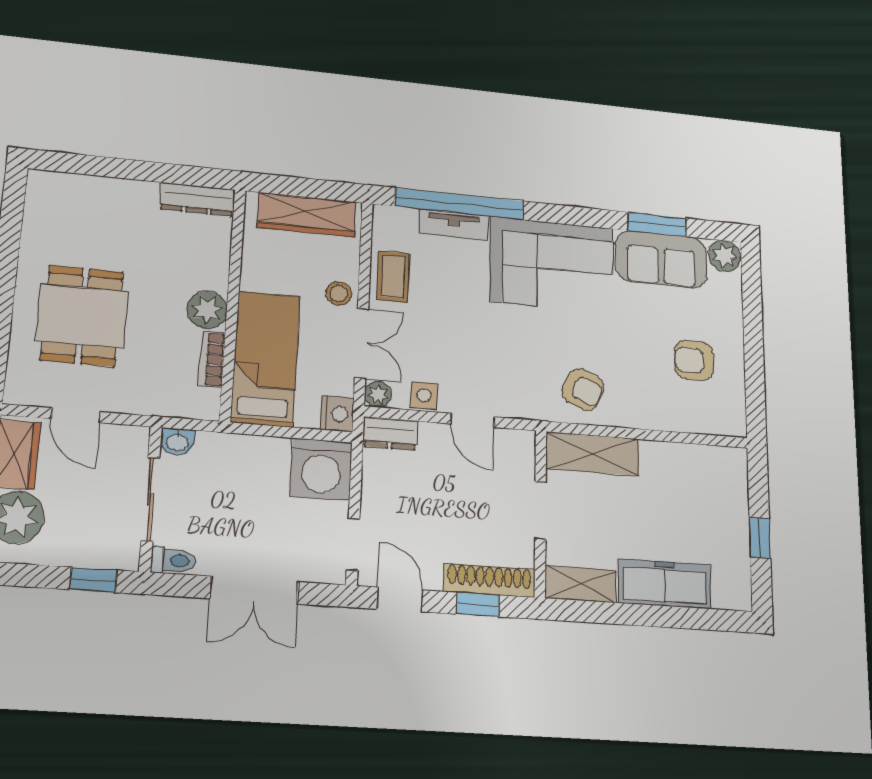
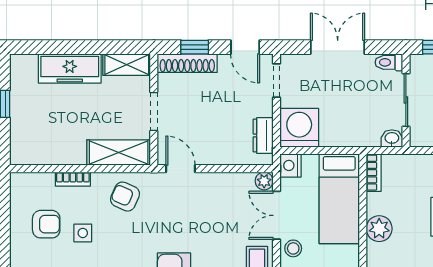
bookcase: (212, 359) -> (374, 173), moved
side table: (424, 395) -> (83, 233), moved
door: (472, 420) -> (180, 169), moved
bookcase: (658, 421) -> (73, 179), added
dresser: (390, 433) -> (263, 135), moved, turned -90

